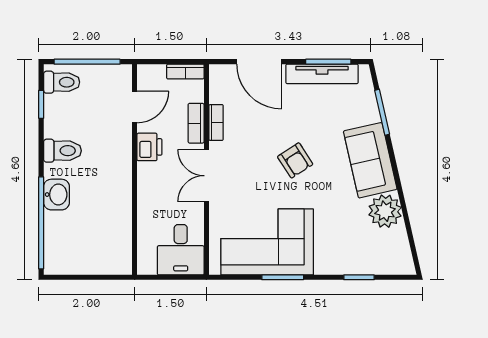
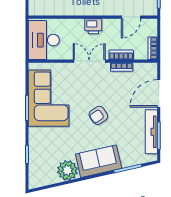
door: (135, 107) -> (131, 17), hinge flipped
printer: (149, 147) -> (93, 26), moved
desk: (181, 250) -> (44, 40), width x1.37

